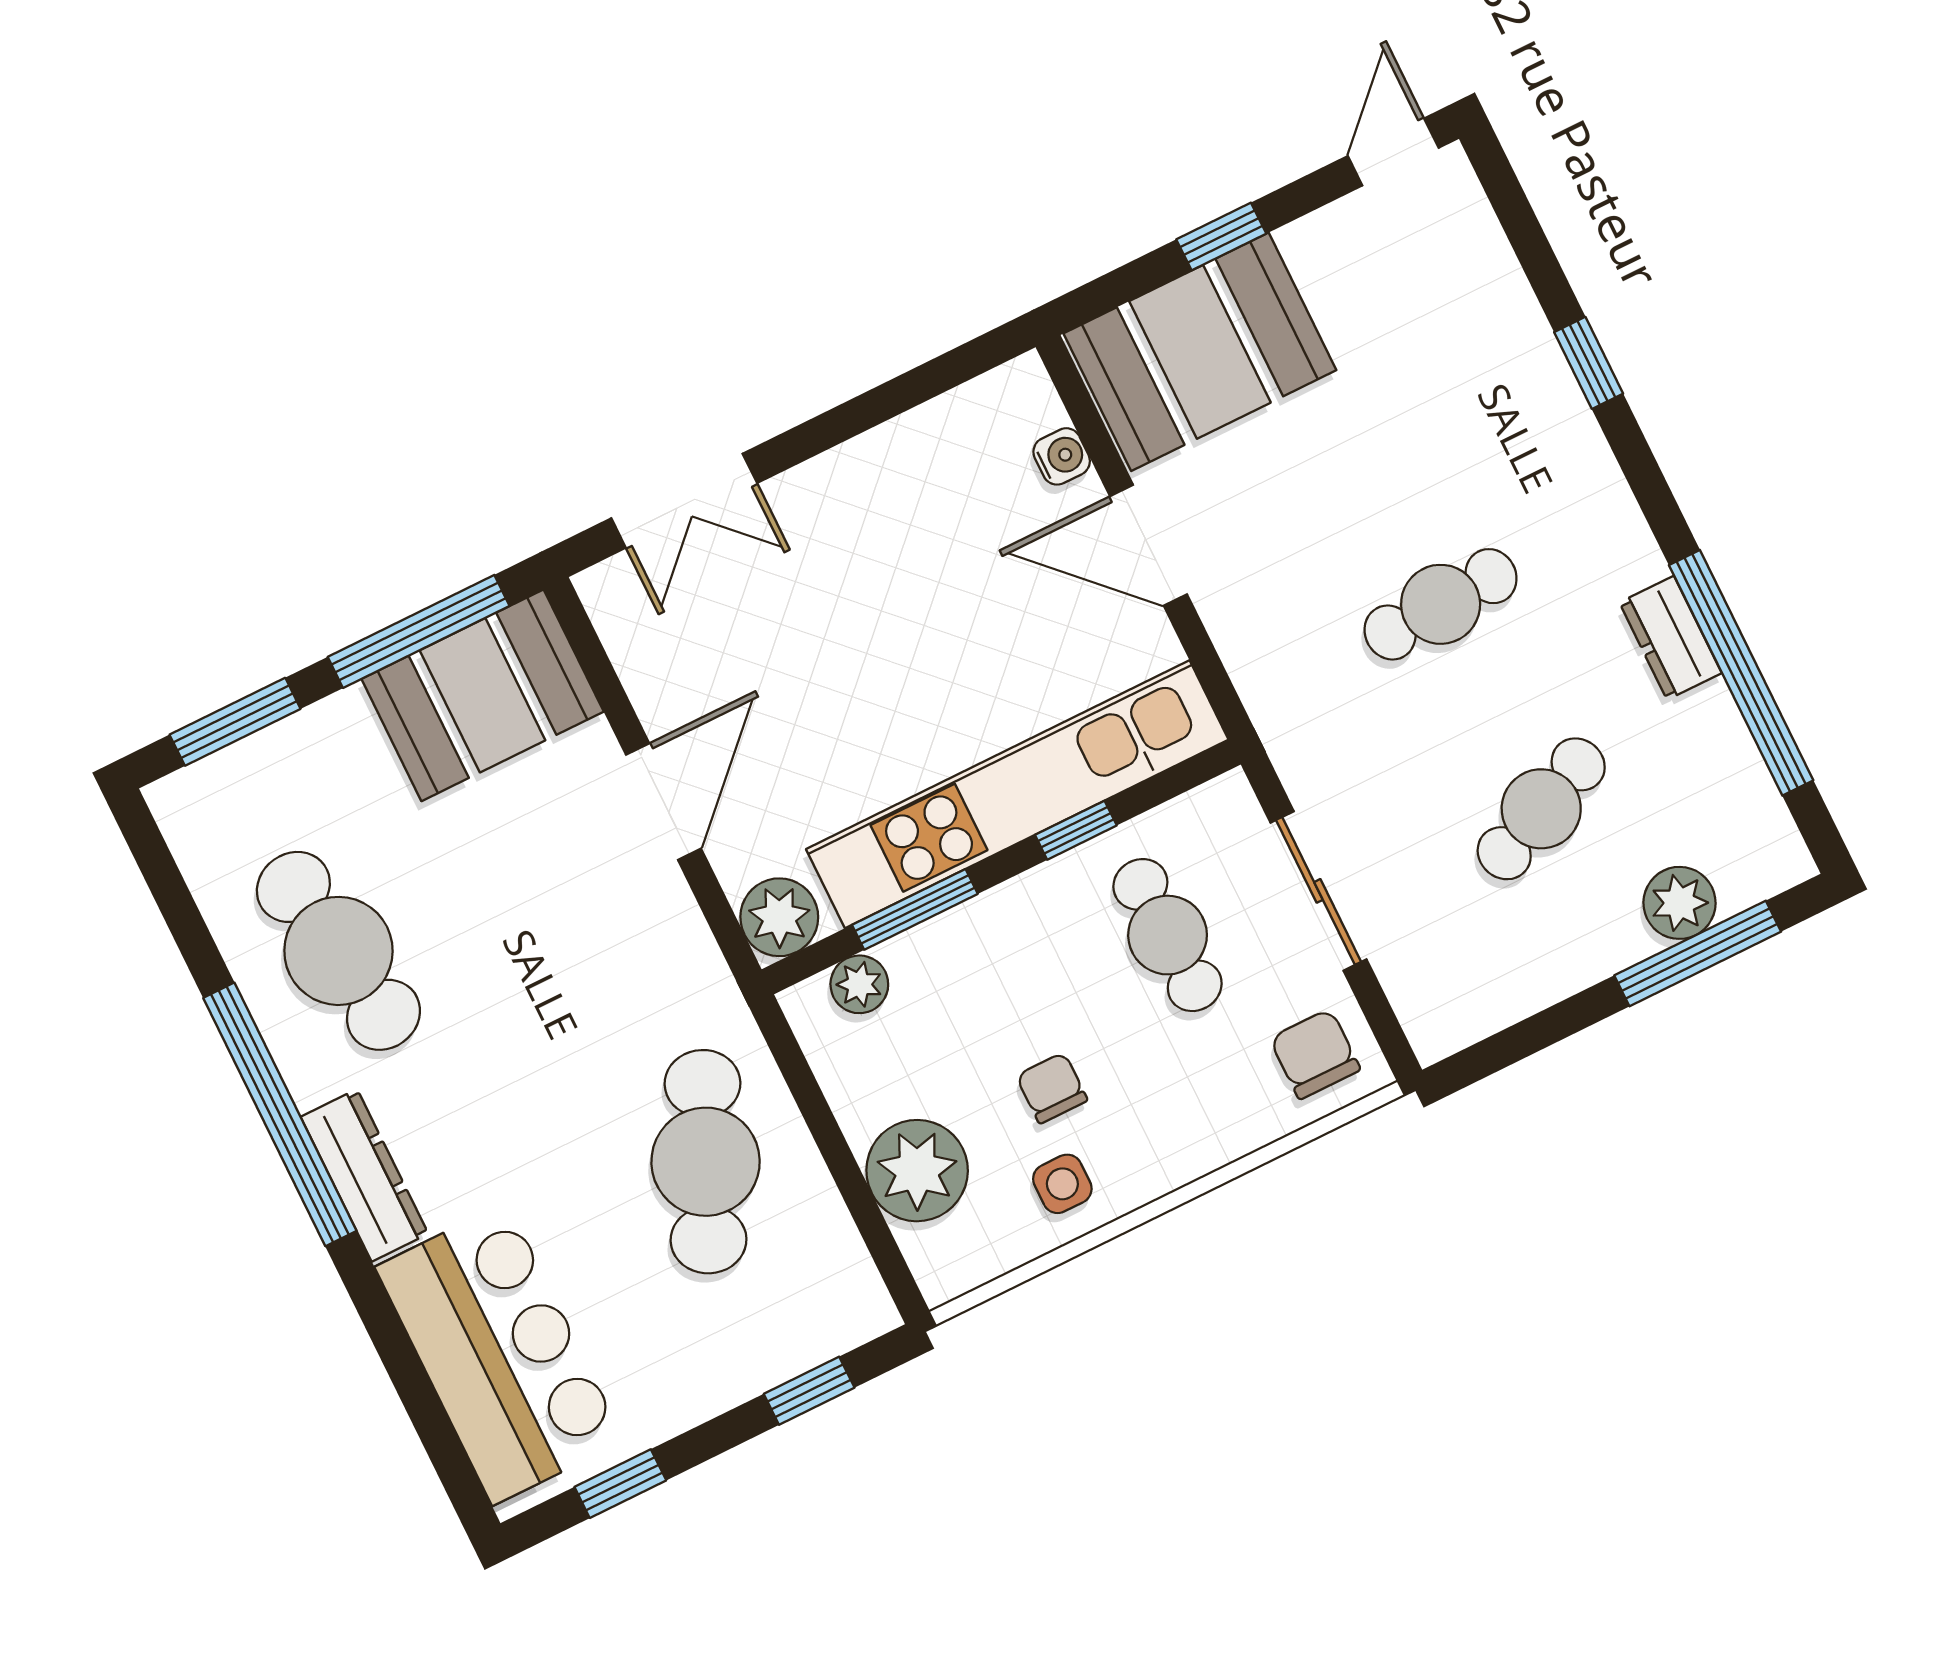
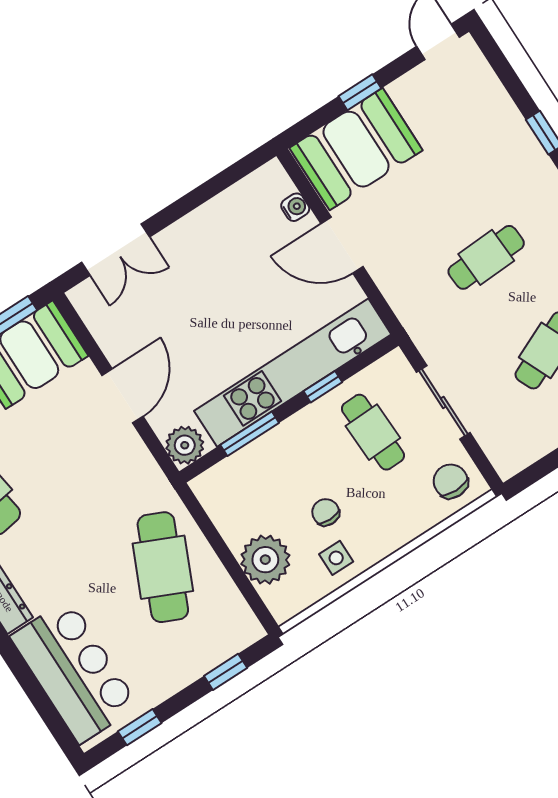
plant: (859, 984) -> (227, 473), removed

